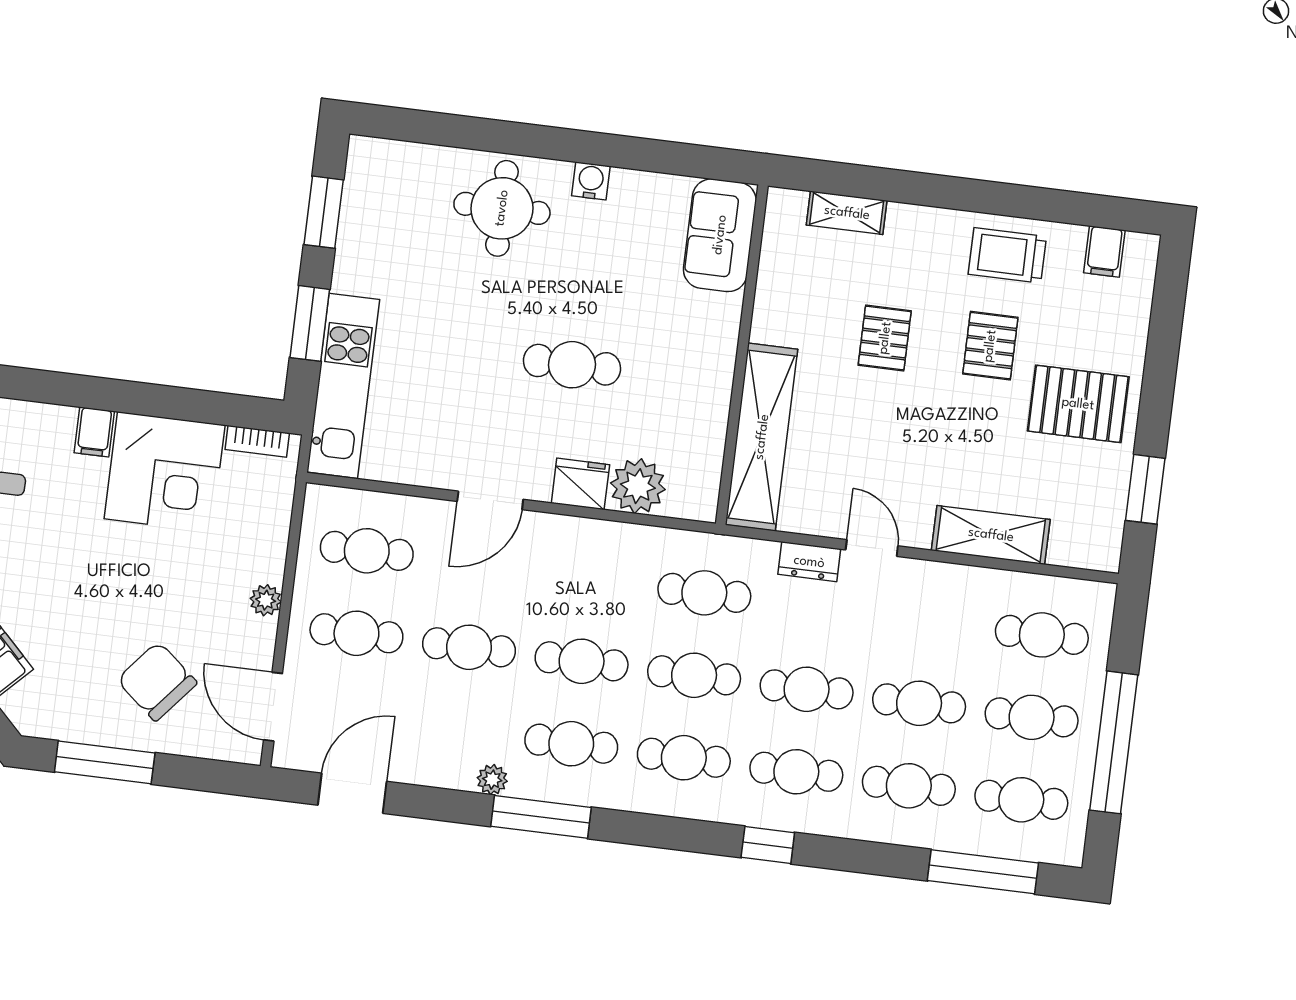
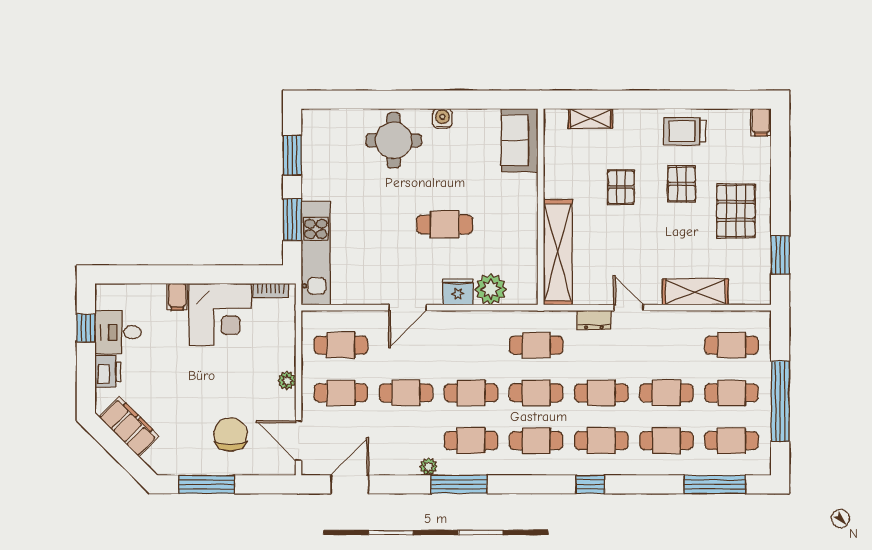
filing cabinet: (1104, 251) -> (761, 122), moved
pallet: (1078, 404) -> (736, 211), turned 90
chair: (157, 681) -> (231, 434), turned 50

